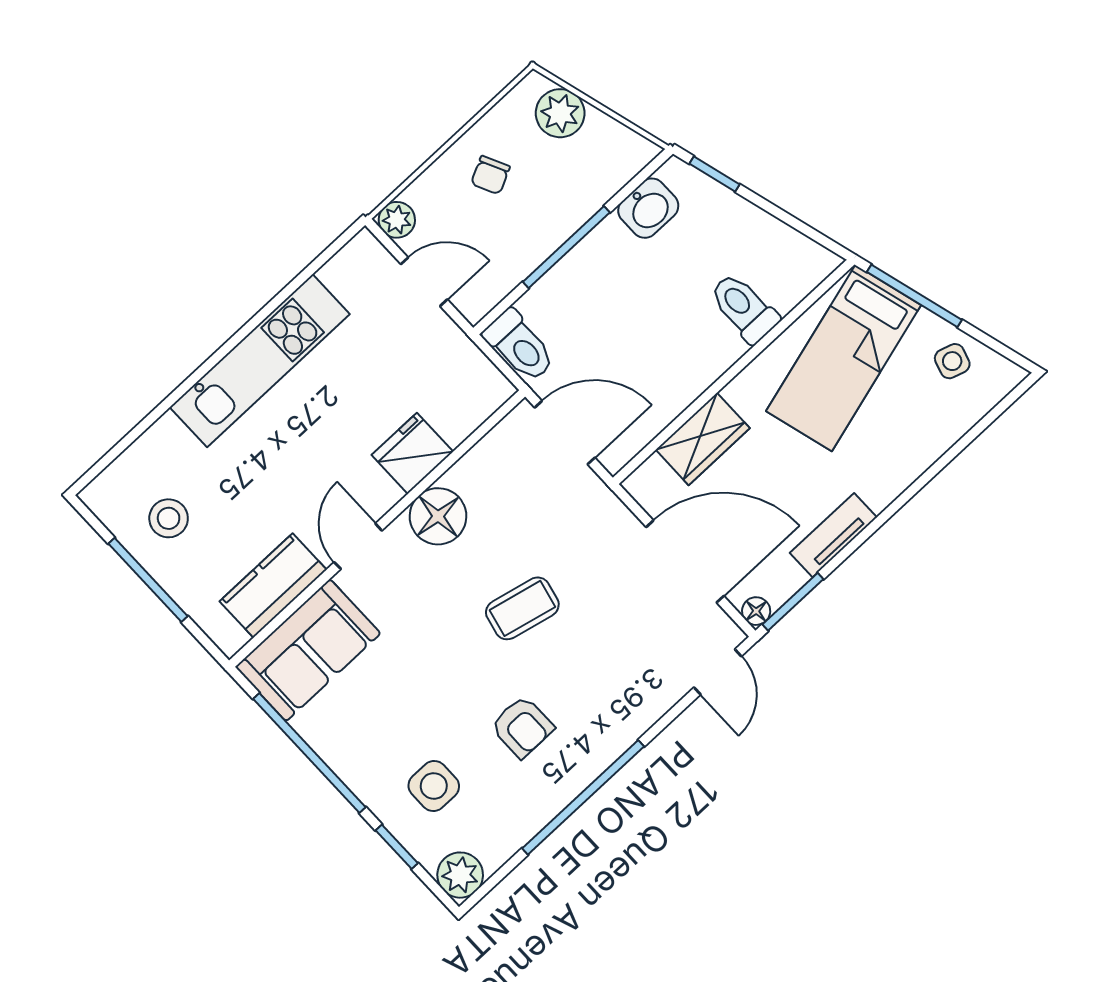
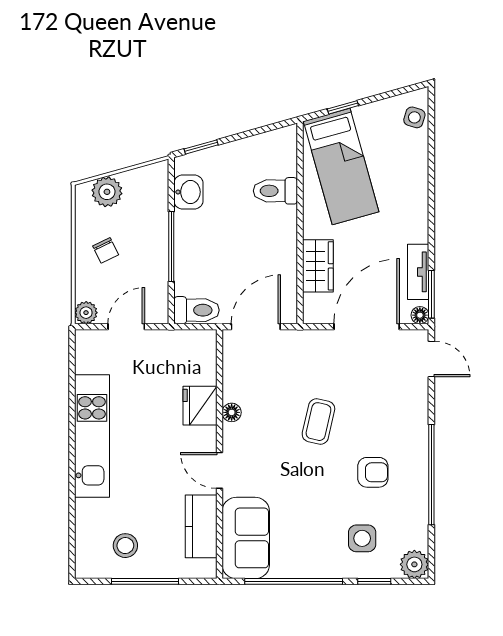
window: (914, 296) -> (343, 107), width x0.46
side table: (952, 361) -> (414, 117), moved
floor lamp: (438, 516) -> (232, 412), width x0.53, depth x0.53
tv unit: (833, 535) -> (418, 272), moved

